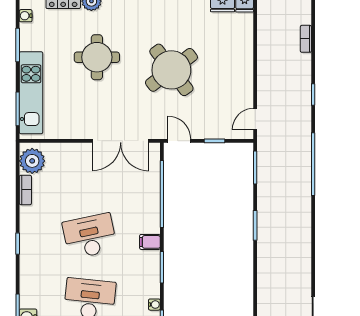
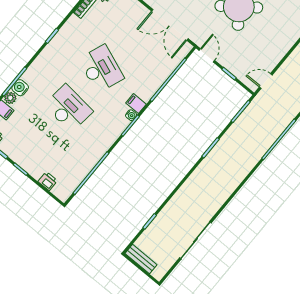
desk: (90, 236) -> (101, 69), turned 33
water cooler: (154, 305) -> (131, 115), moved

